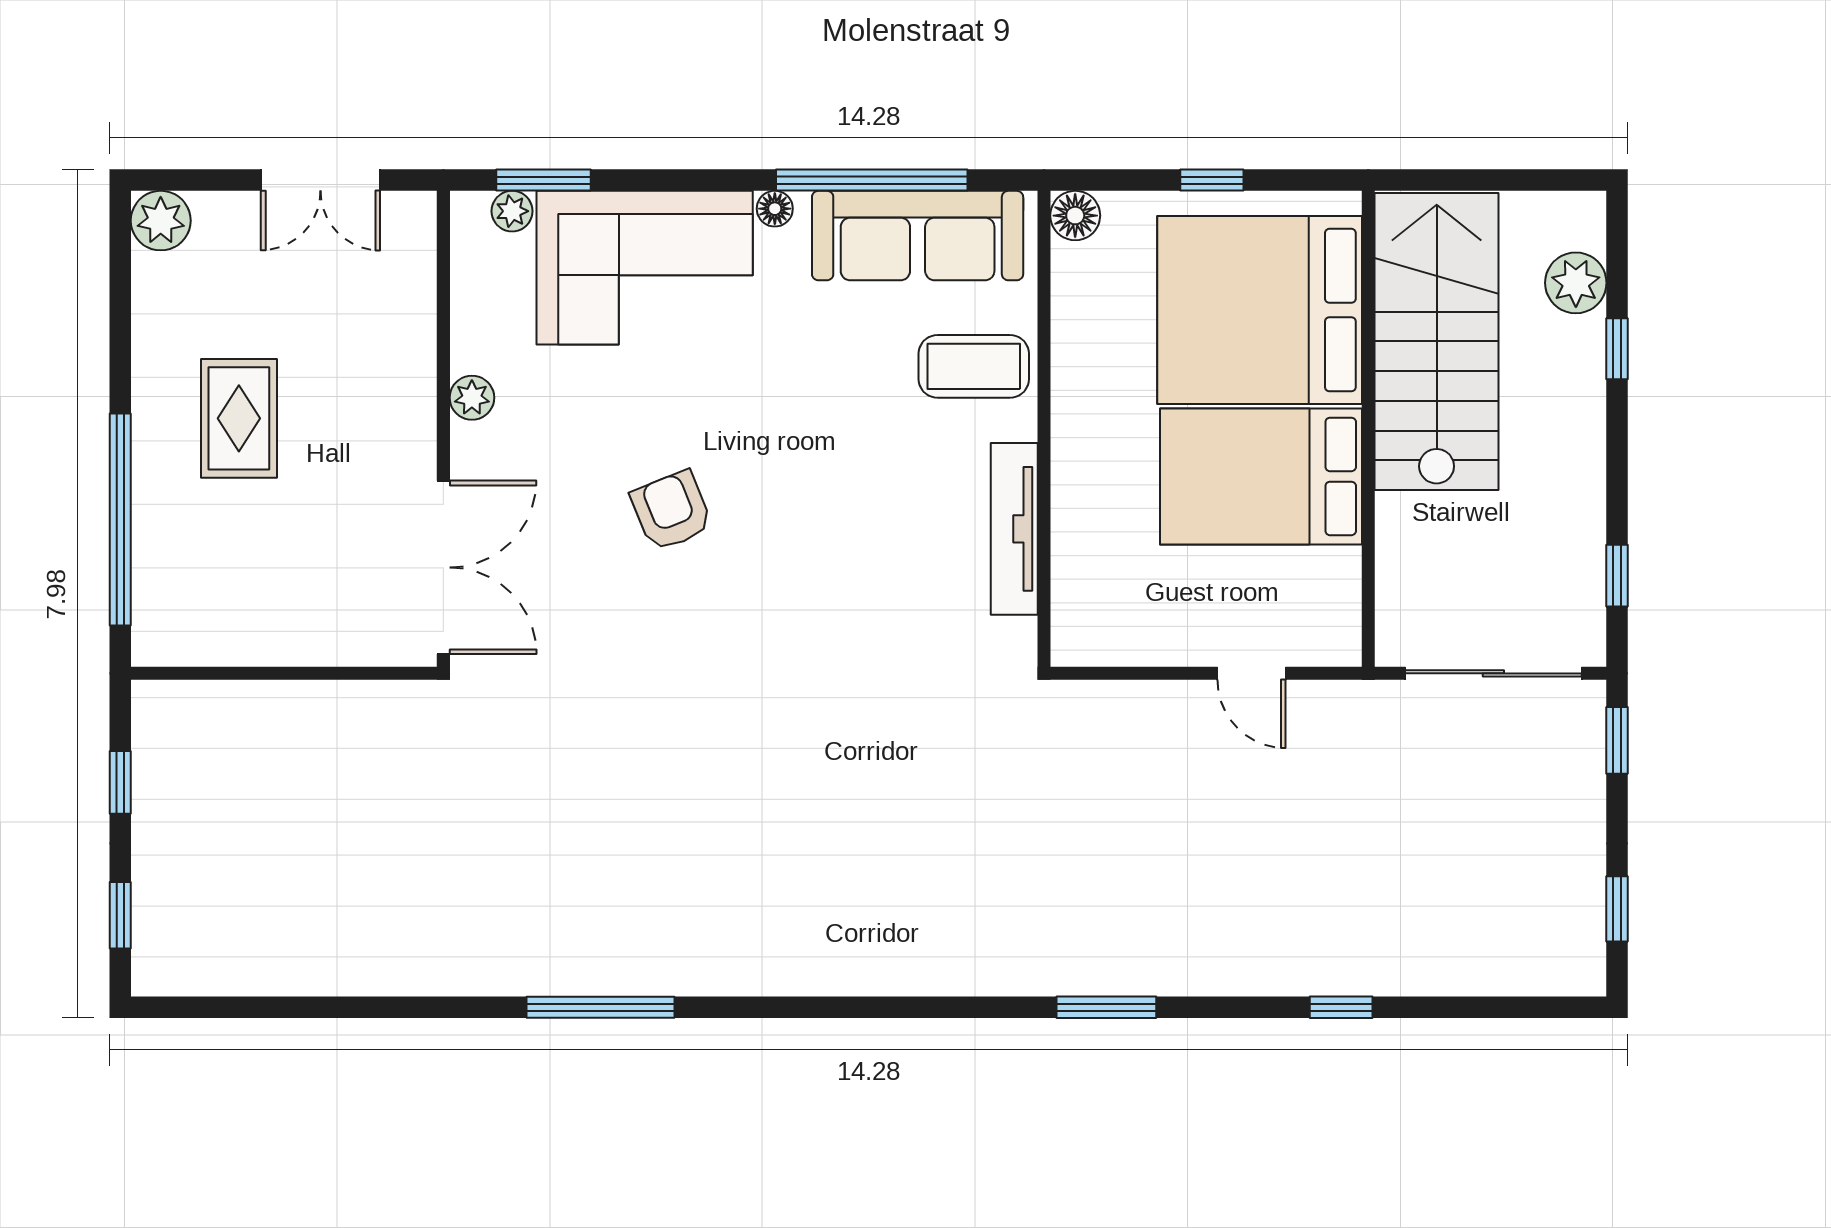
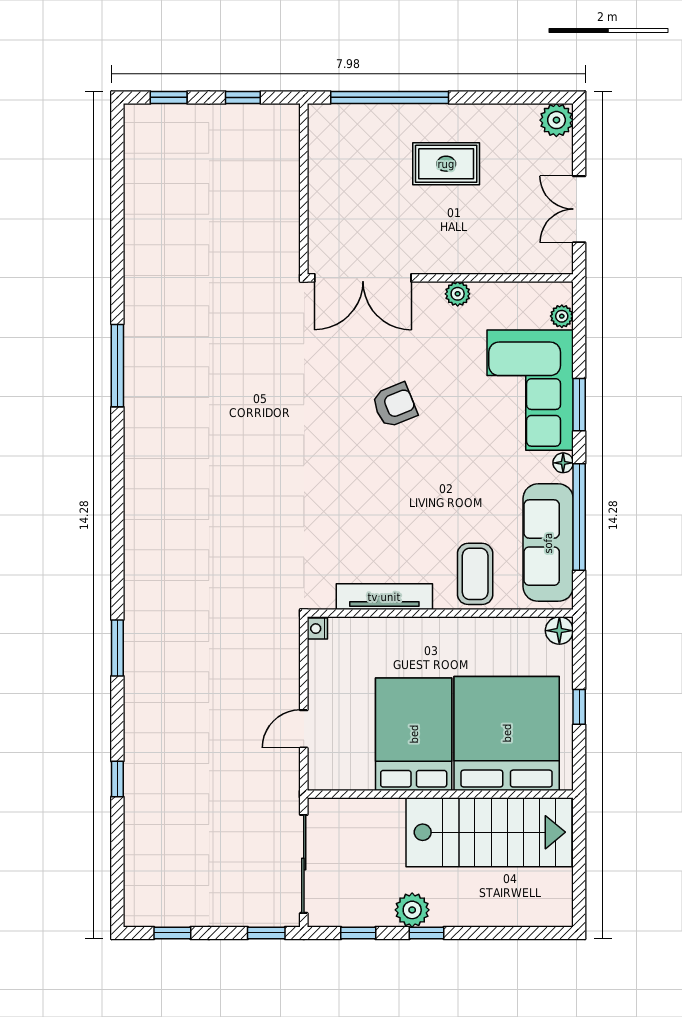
window: (543, 180) -> (579, 405), moved
plant: (1576, 283) -> (412, 910), moved
window: (1617, 349) -> (427, 933), moved
nightstand: (1072, 649) -> (317, 629), added

